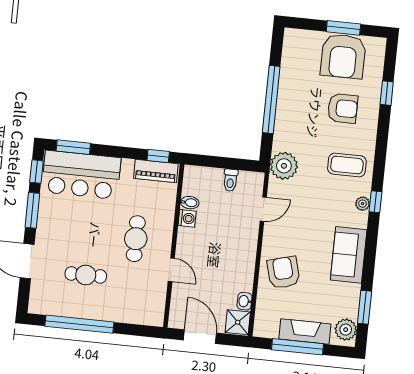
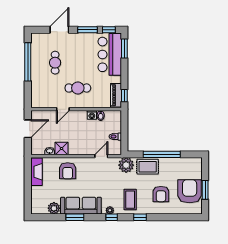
armchair: (343, 56) -> (190, 191), turned 90
window: (387, 93) -> (140, 217), moved
rug: (291, 127) -> (148, 167), added
door: (263, 209) -> (101, 156), swing flipped
sofa: (349, 255) -> (81, 206), width x1.36
armchair: (283, 273) -> (68, 171), turned 105
window: (365, 307) -> (75, 217), moved
shower: (238, 322) -> (62, 149), moved
plant: (346, 330) -> (54, 208), moved
fireplace: (305, 331) -> (37, 172), moved
window: (297, 347) -> (28, 183), removed

